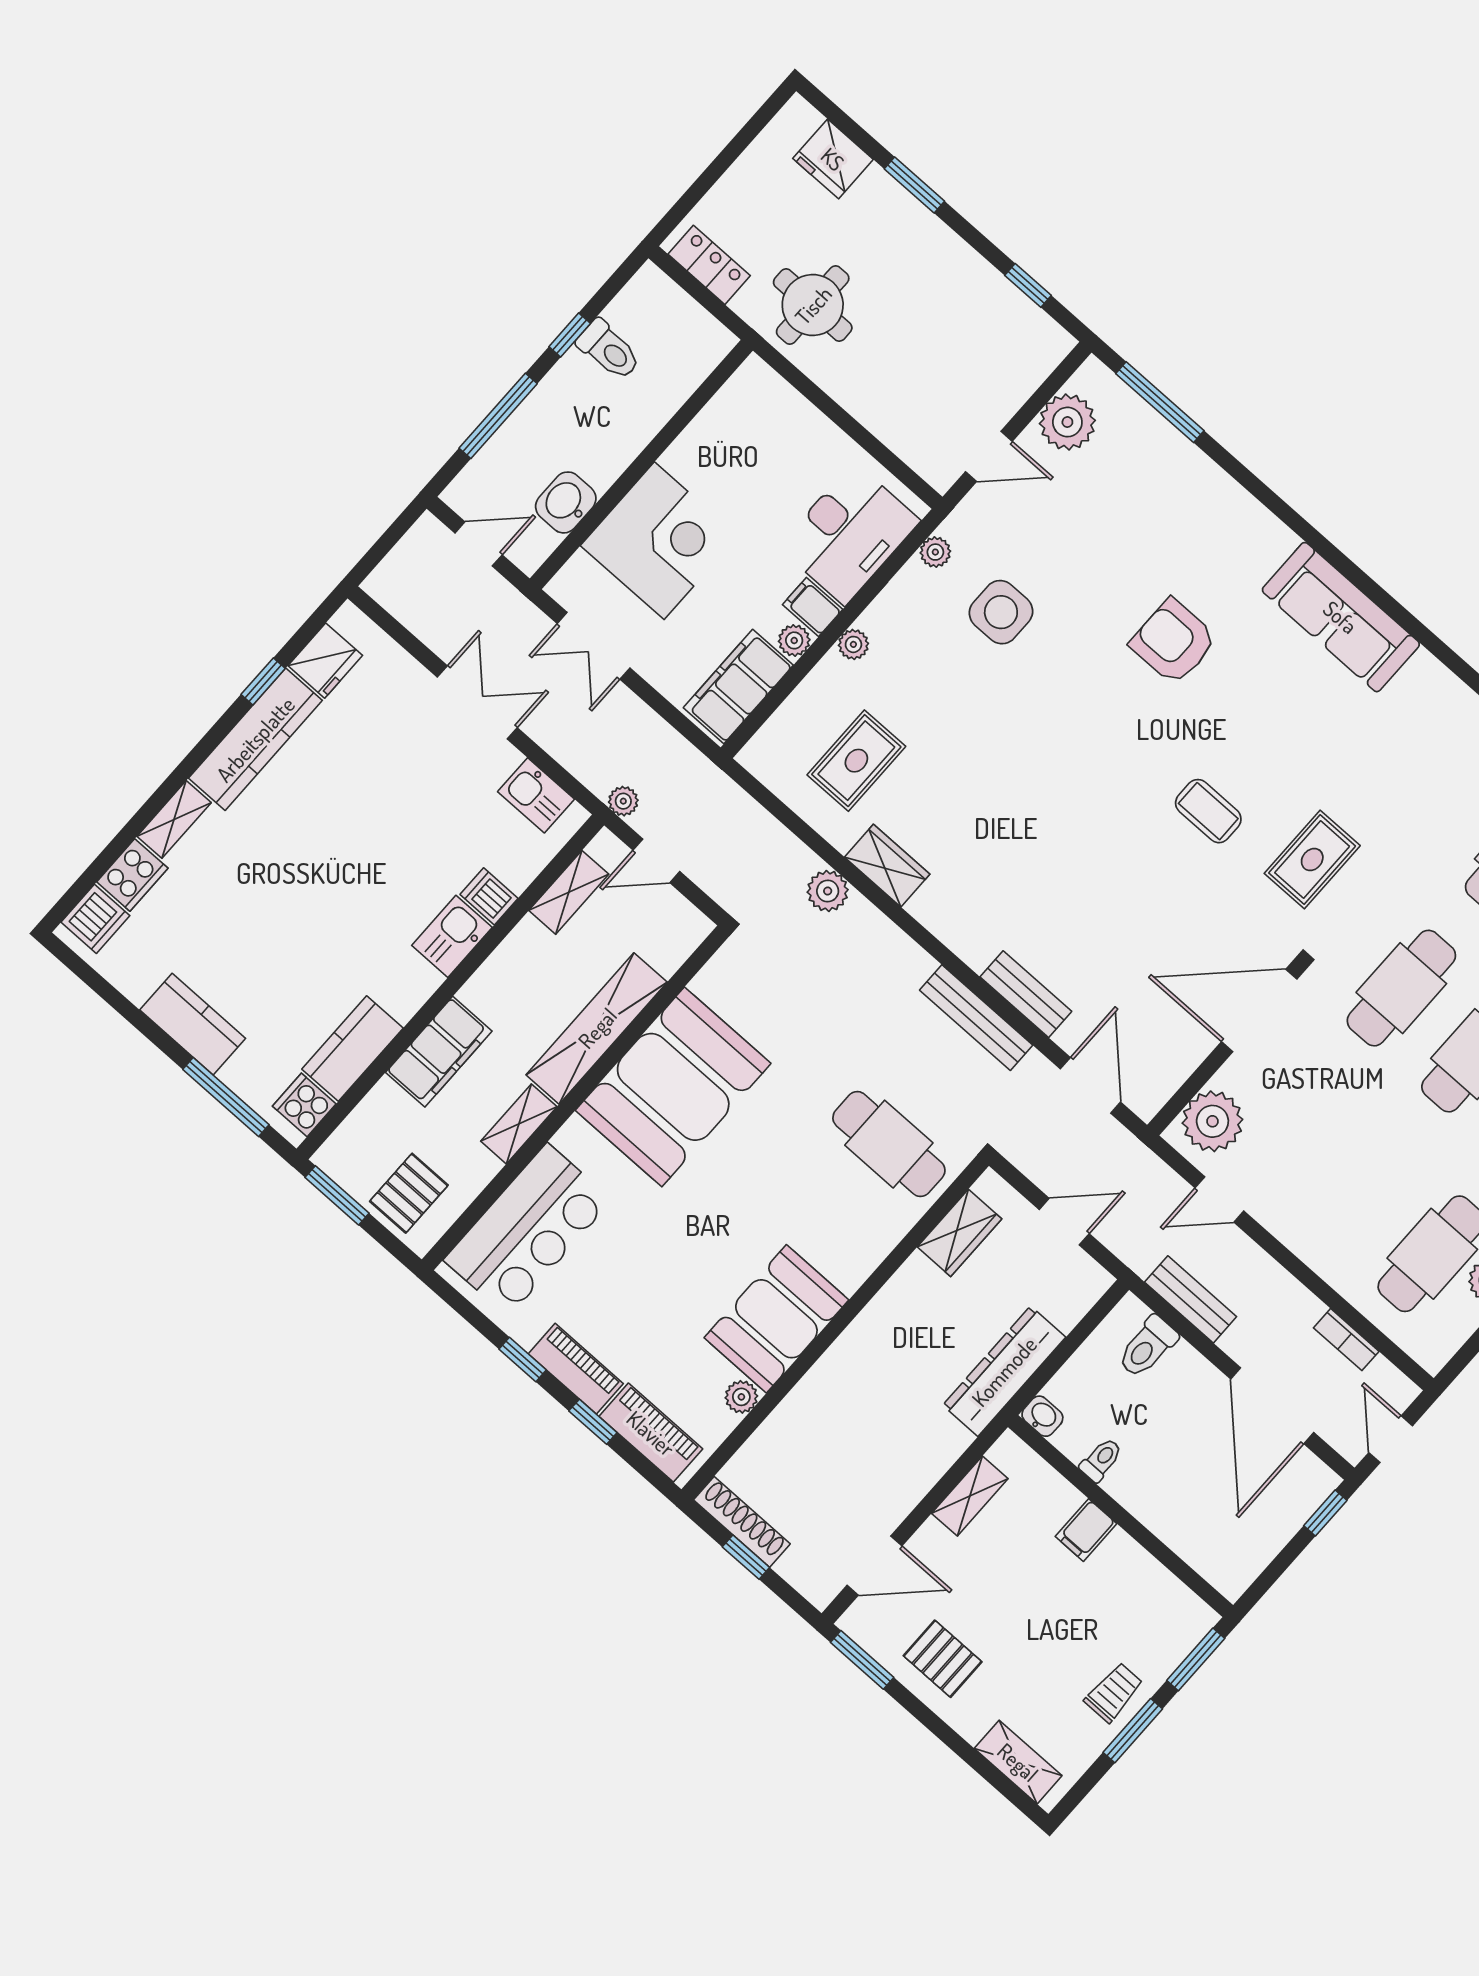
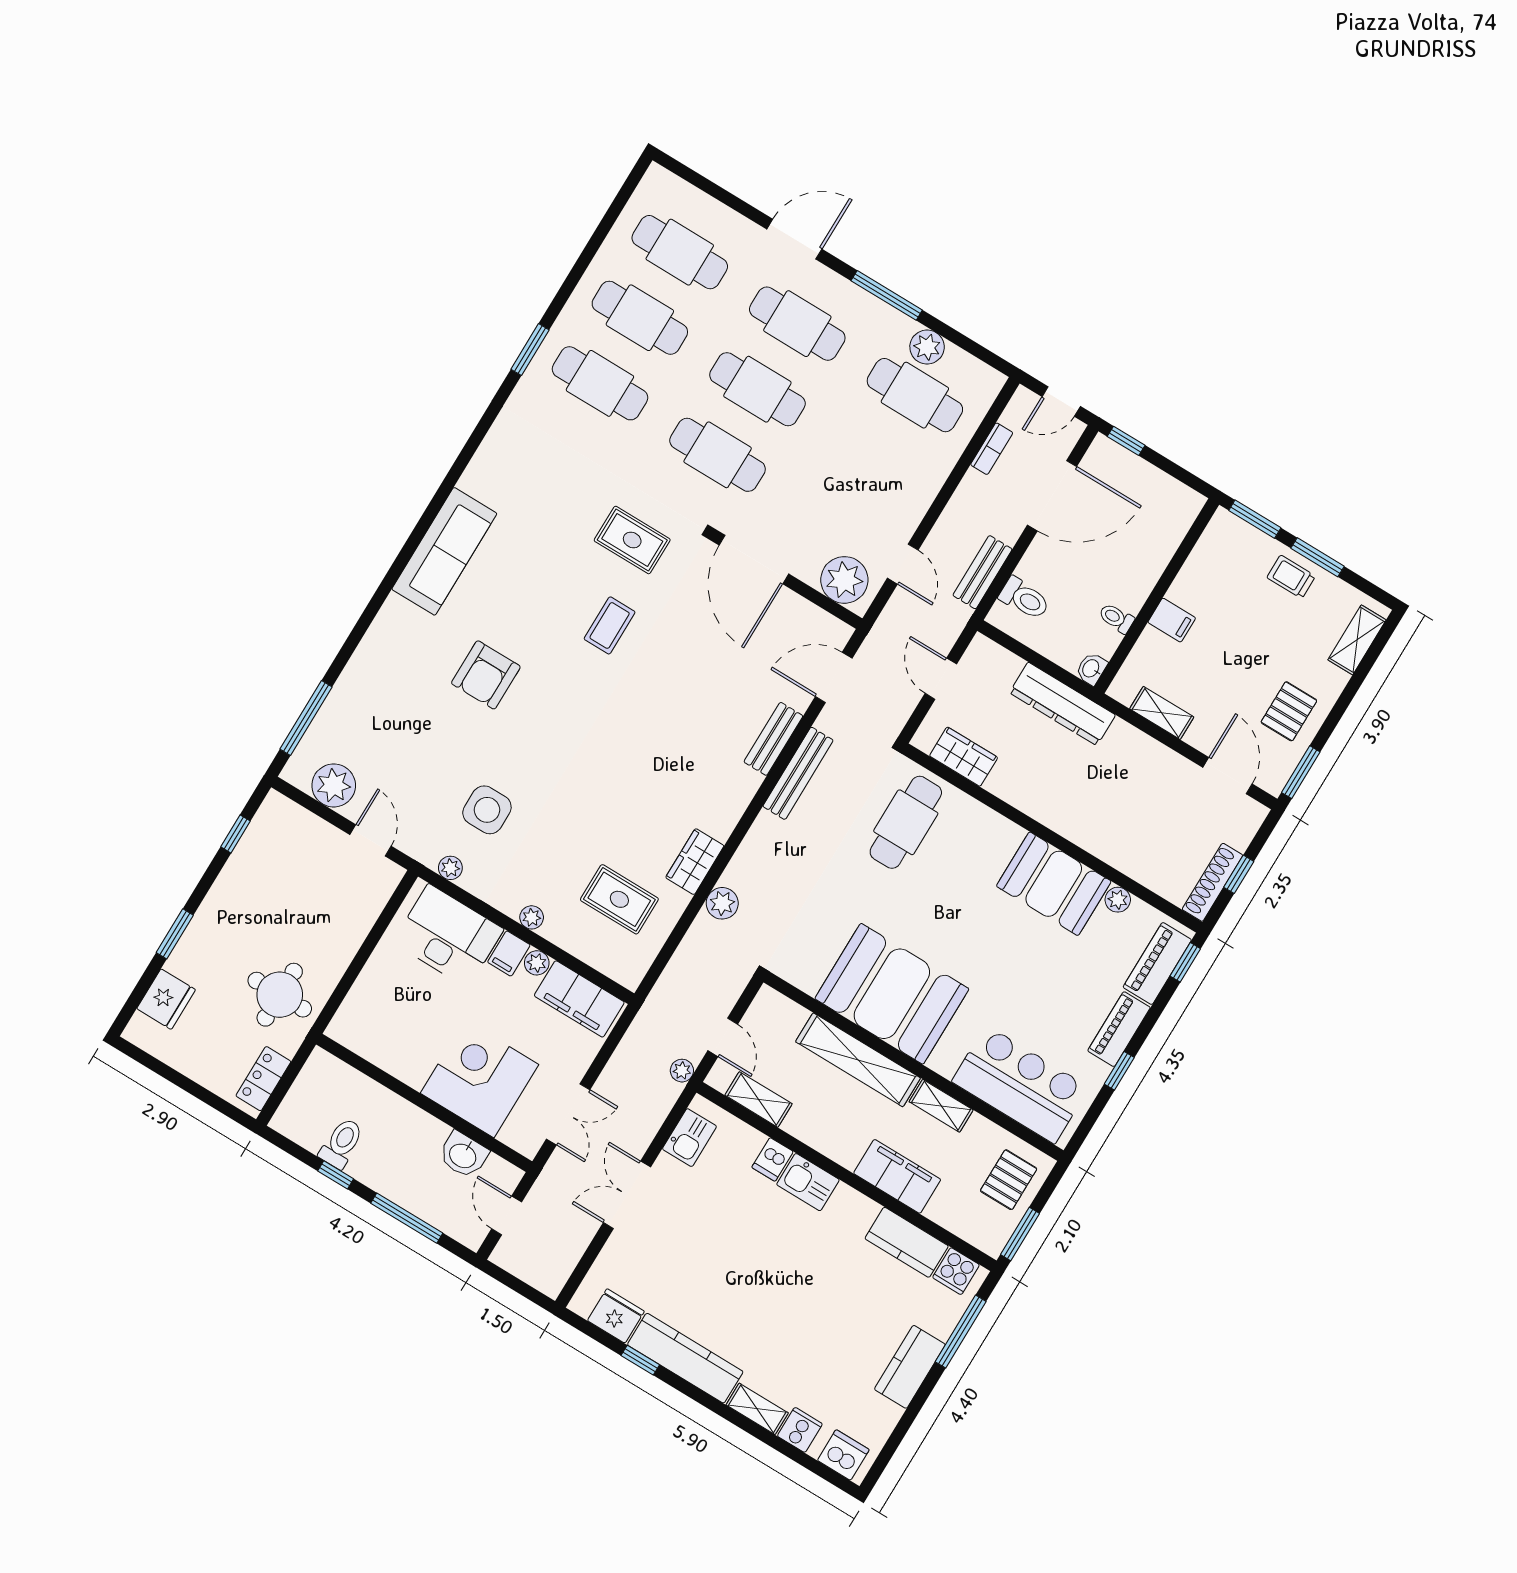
cooker: (132, 875) -> (800, 1430), width x0.73
pallet: (409, 1193) -> (1009, 1180), turned 90
window: (593, 1422) -> (1185, 962), moved

